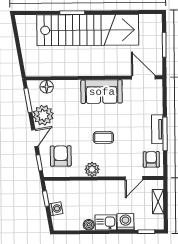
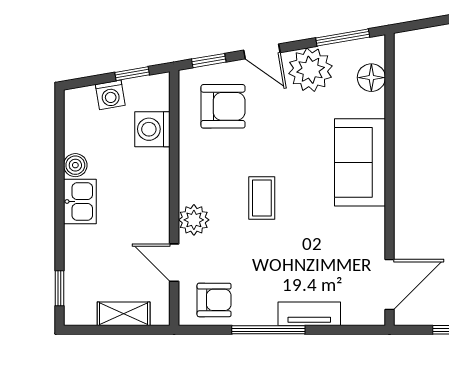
sofa: (102, 92) -> (360, 162), moved
tv unit: (157, 129) -> (309, 314), moved
plant: (92, 169) -> (194, 220), moved
washing machine: (126, 222) -> (152, 129), moved, turned 180

